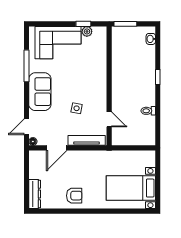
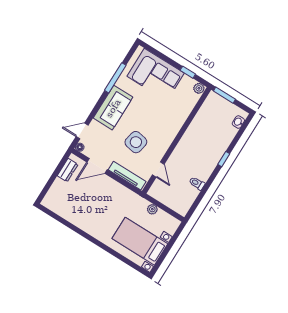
plant: (87, 31) -> (199, 88), moved
side table: (77, 108) -> (136, 142), width x1.87, depth x1.87
plant: (125, 155) -> (152, 209), added
dresser: (35, 194) -> (68, 170), moved, width x0.70
armchair: (74, 196) -> (86, 217), removed

